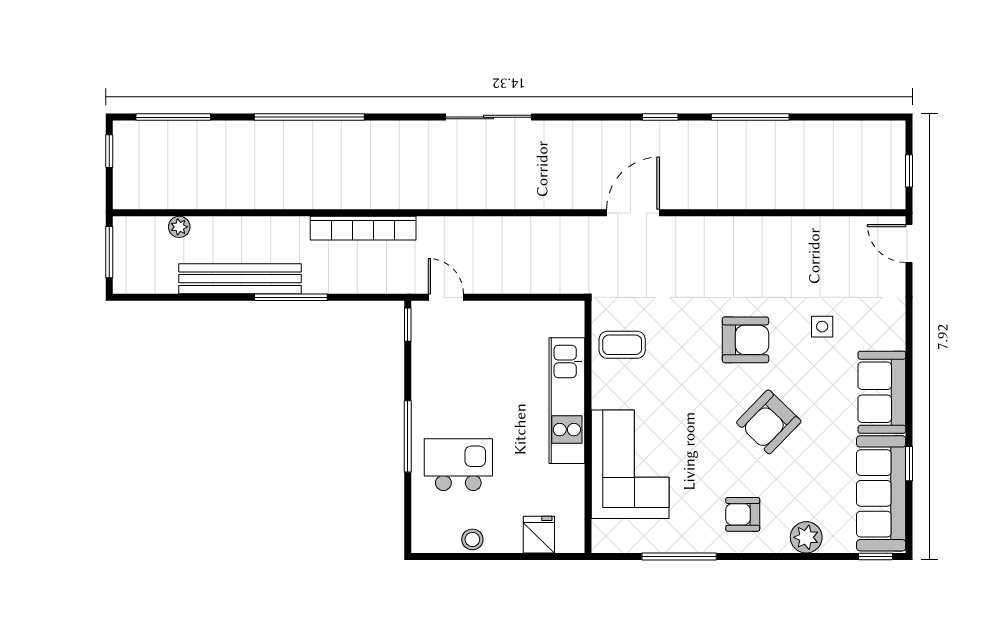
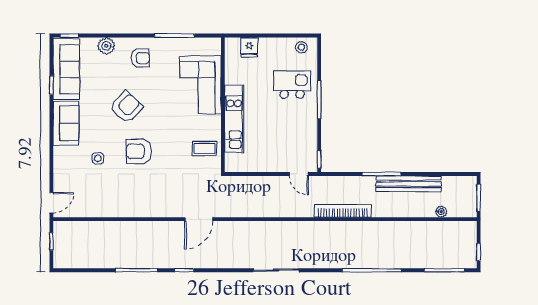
door: (909, 243) -> (51, 203), hinge flipped
kitchen island: (458, 465) -> (292, 85), turned 180
stool: (472, 539) -> (301, 47), moved

